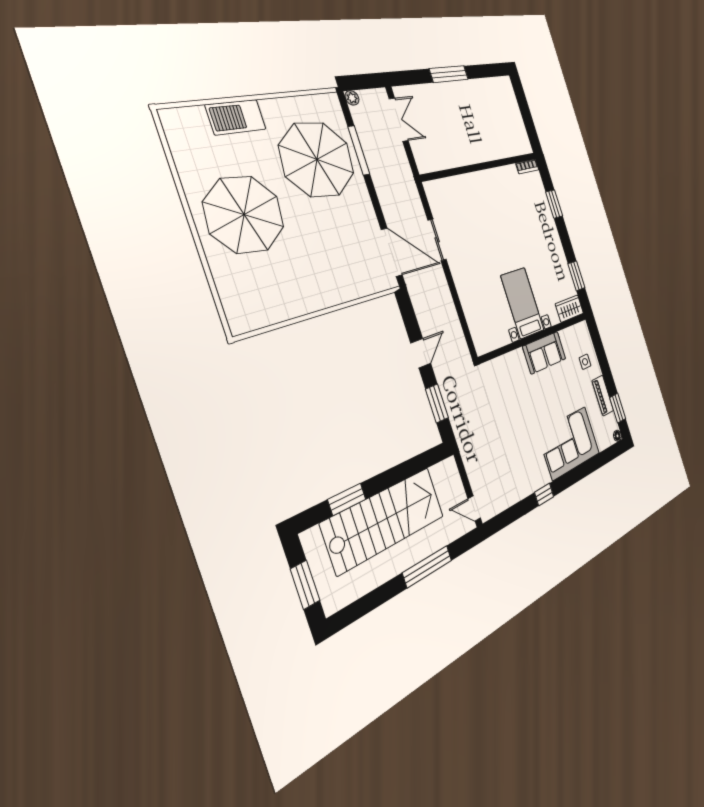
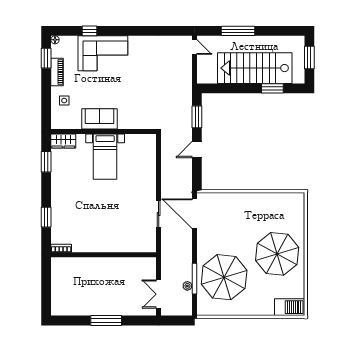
plant: (352, 98) -> (187, 286), moved
barbecue: (236, 117) -> (290, 307), moved
window: (544, 494) -> (90, 31), moved

